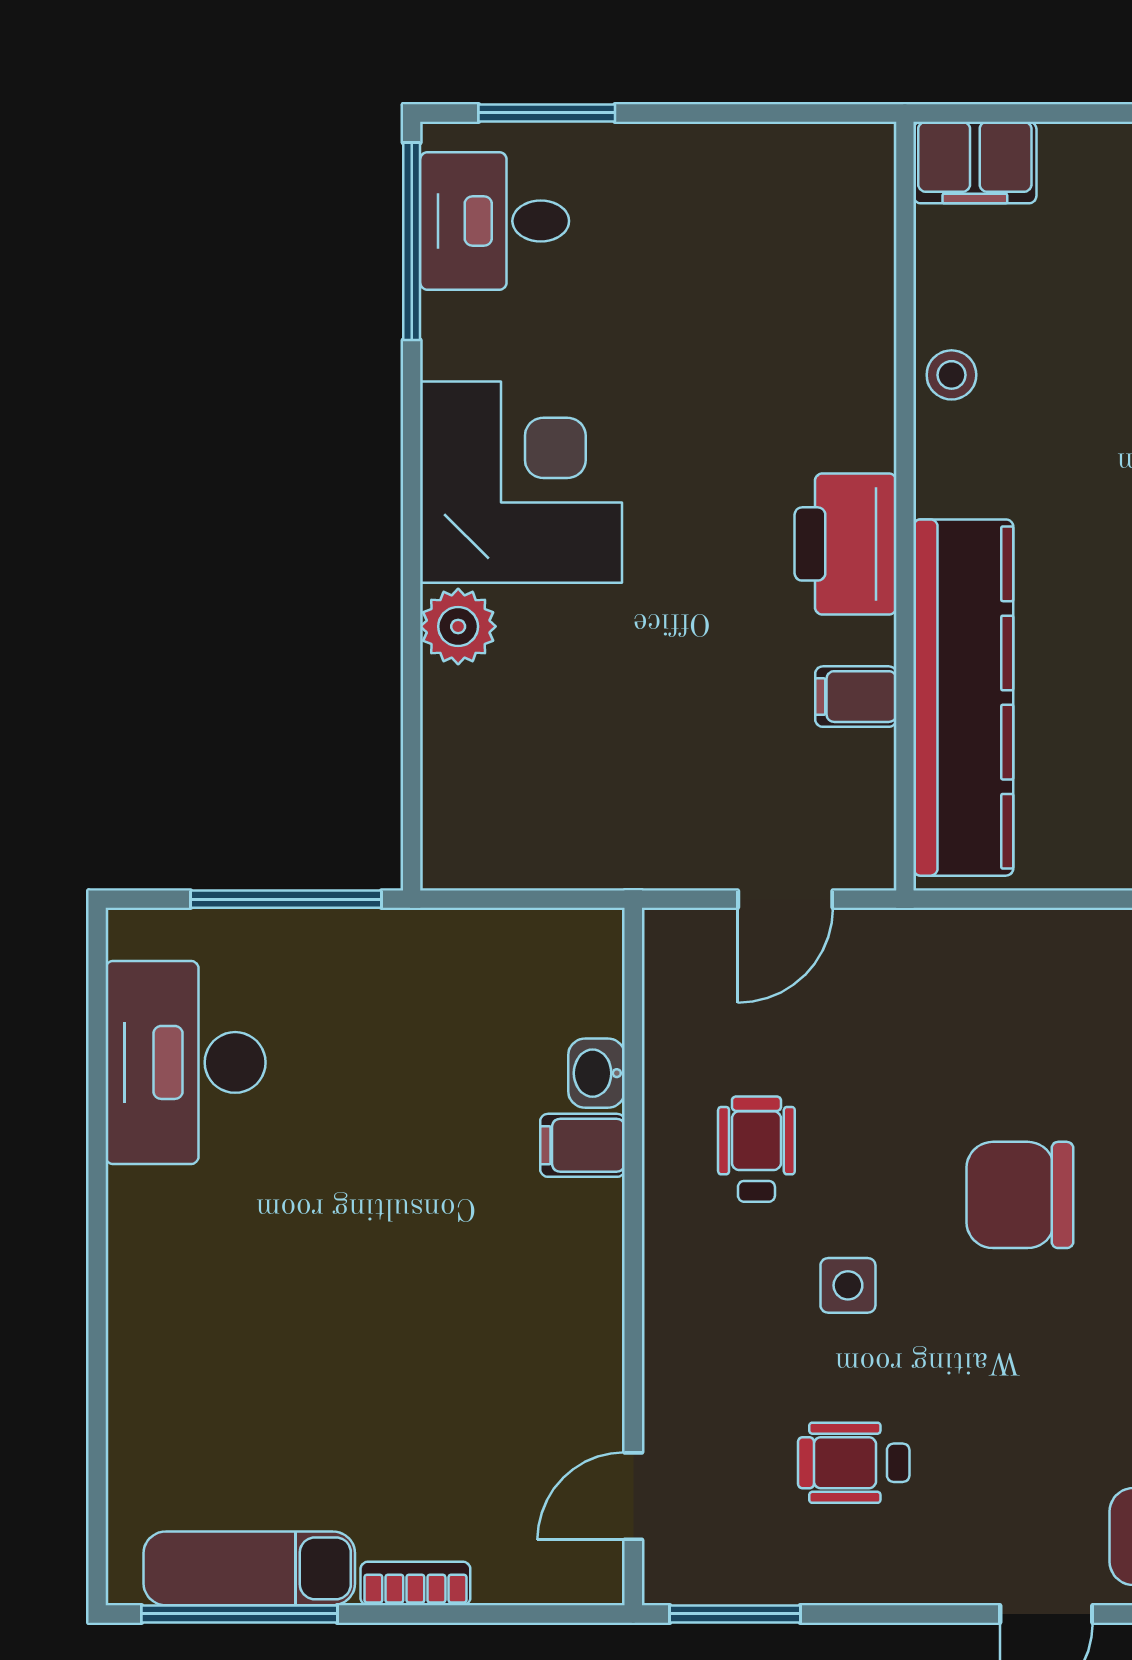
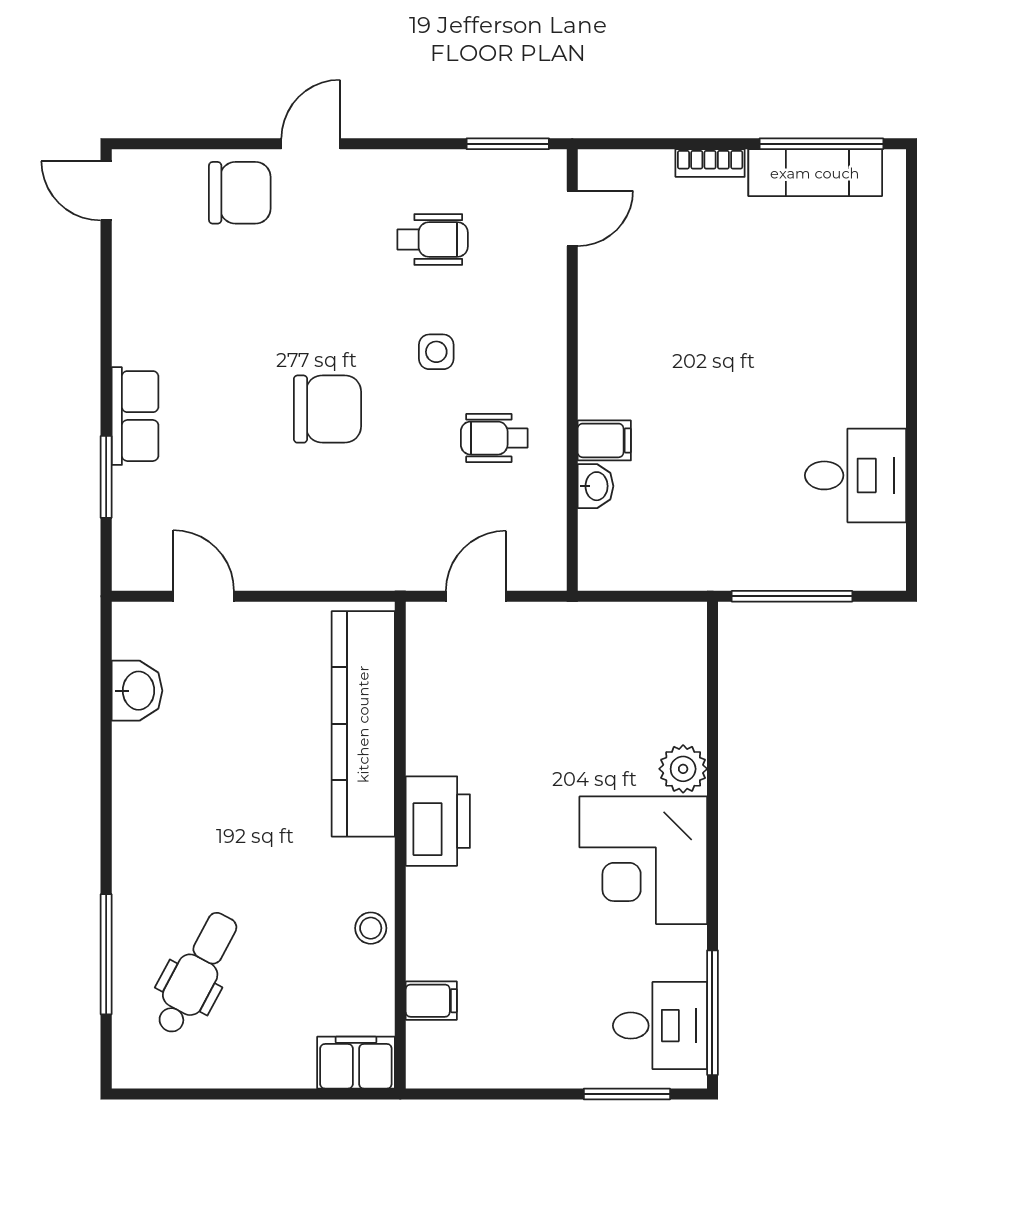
filing cabinet: (856, 697) -> (431, 1001), moved
desk: (186, 1062) -> (856, 475), width x0.73
wheelchair: (756, 1149) -> (494, 438), turned 90

